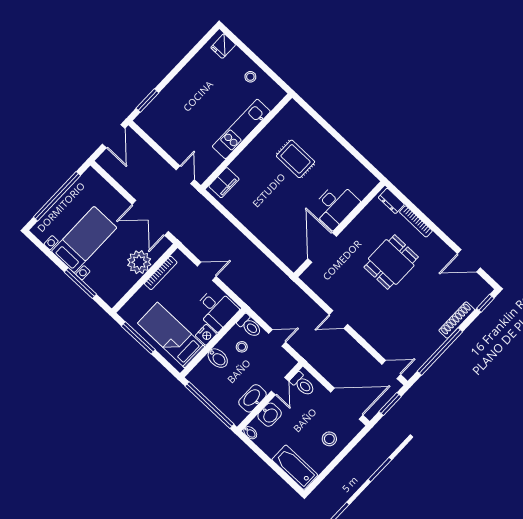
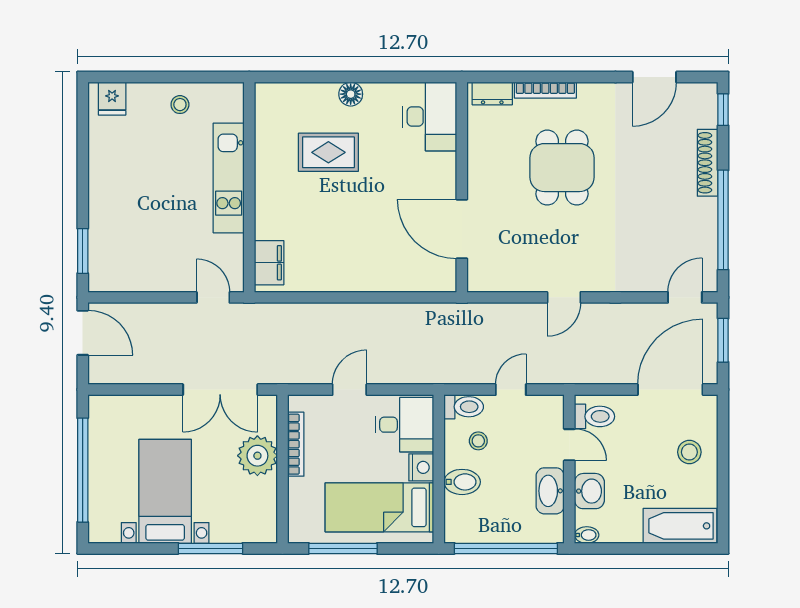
floor lamp: (329, 143) -> (351, 94), added
desk: (335, 206) -> (430, 117), moved

